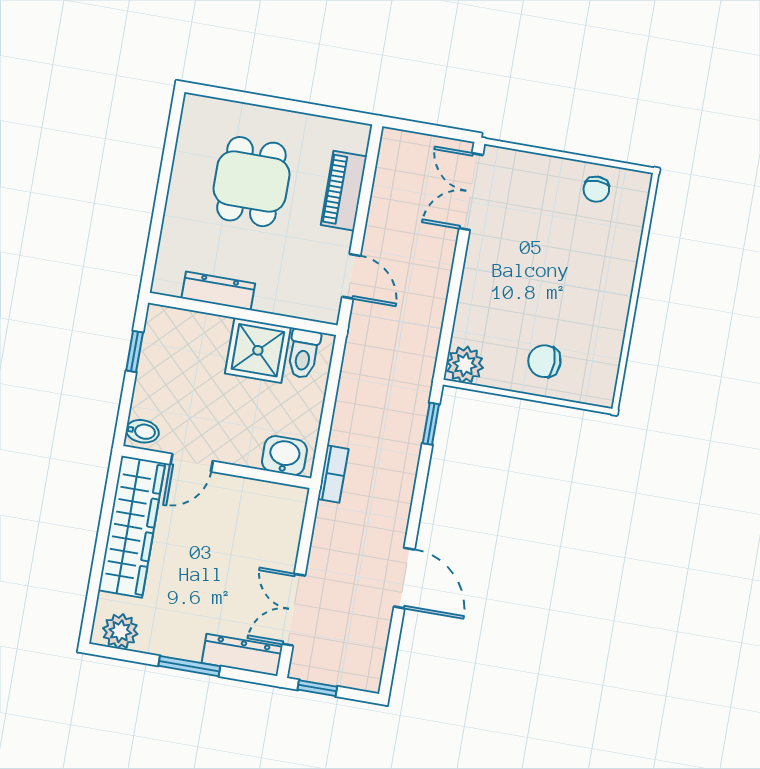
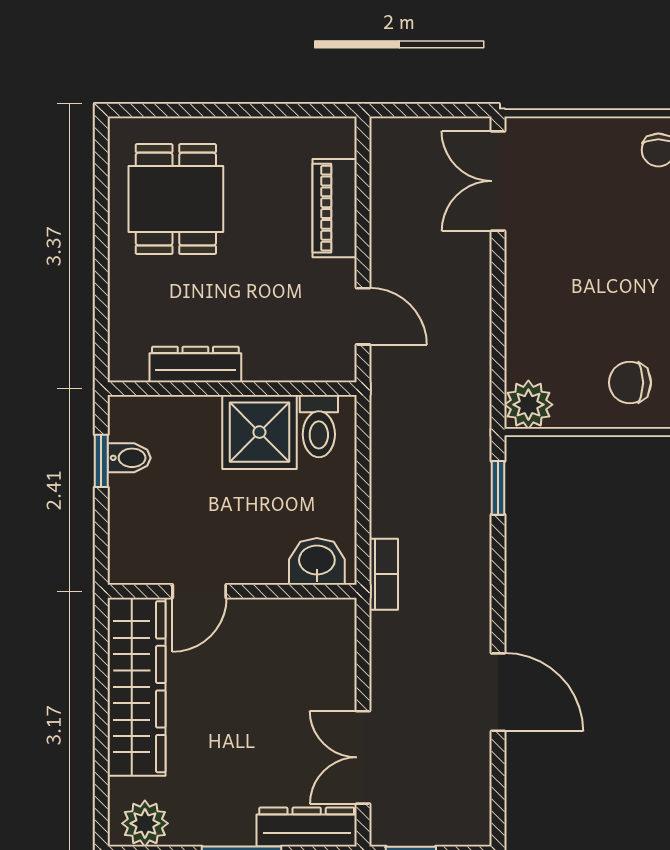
dining table: (251, 182) -> (176, 199), moved
bidet: (142, 431) -> (129, 458), moved

